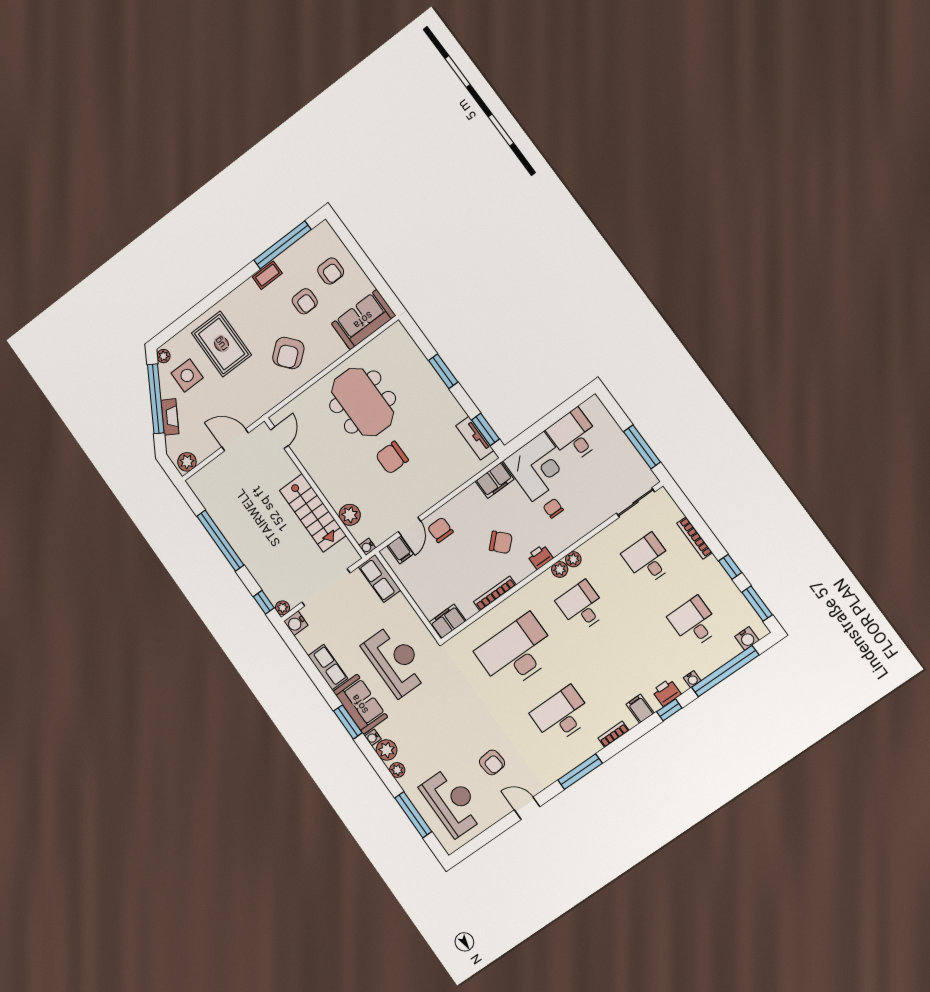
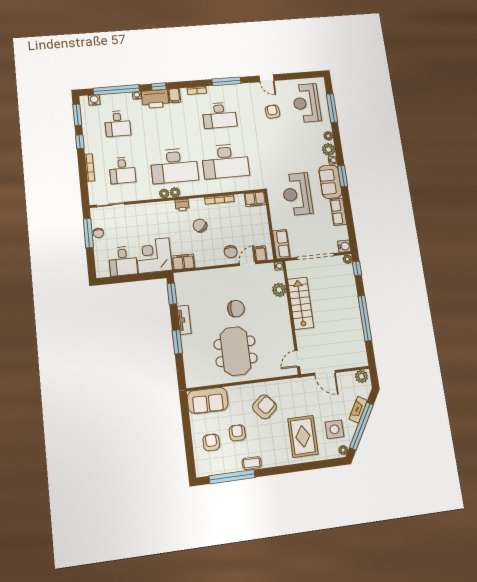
tv unit: (475, 438) -> (184, 320), moved
chair: (553, 508) -> (98, 233), moved
desk: (582, 606) -> (174, 166), width x1.87, depth x1.30
printer: (667, 692) -> (155, 99), width x1.87, depth x1.48

